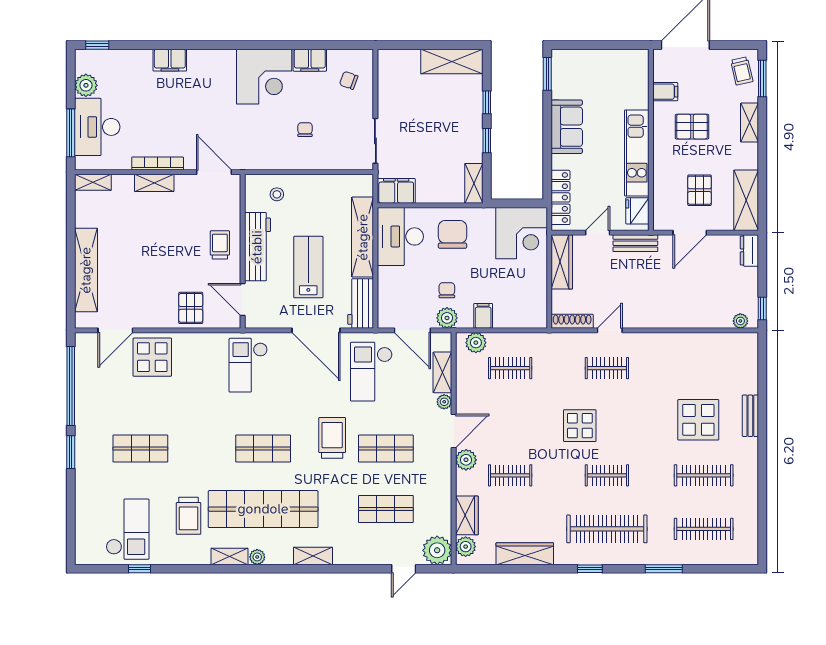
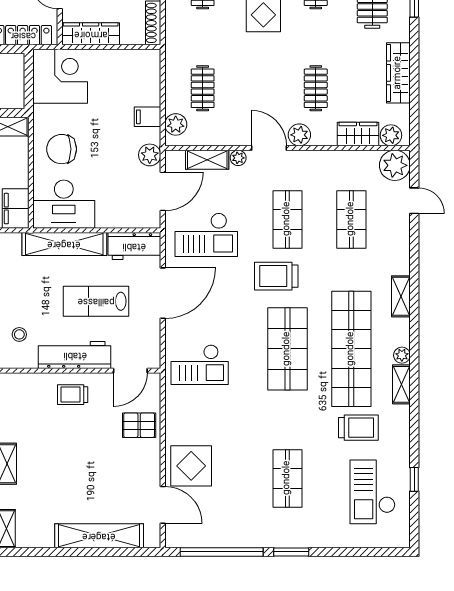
chair: (447, 290) -> (120, 155), removed
shop shelf: (263, 449) -> (287, 349), width x1.43, depth x1.36
checkout: (128, 529) -> (373, 492), turned -90

